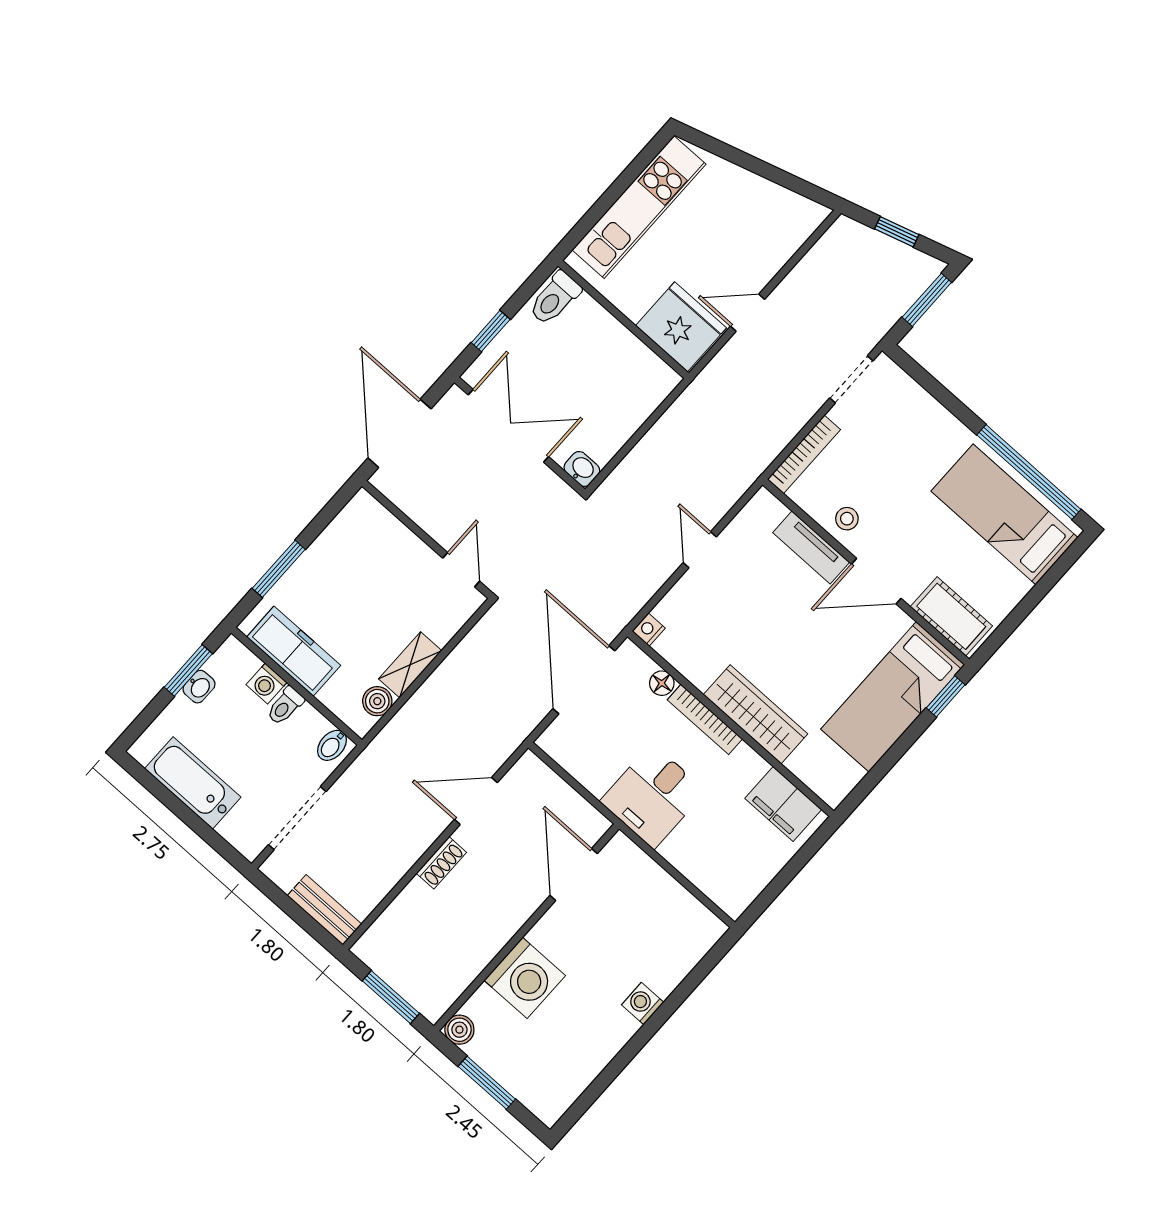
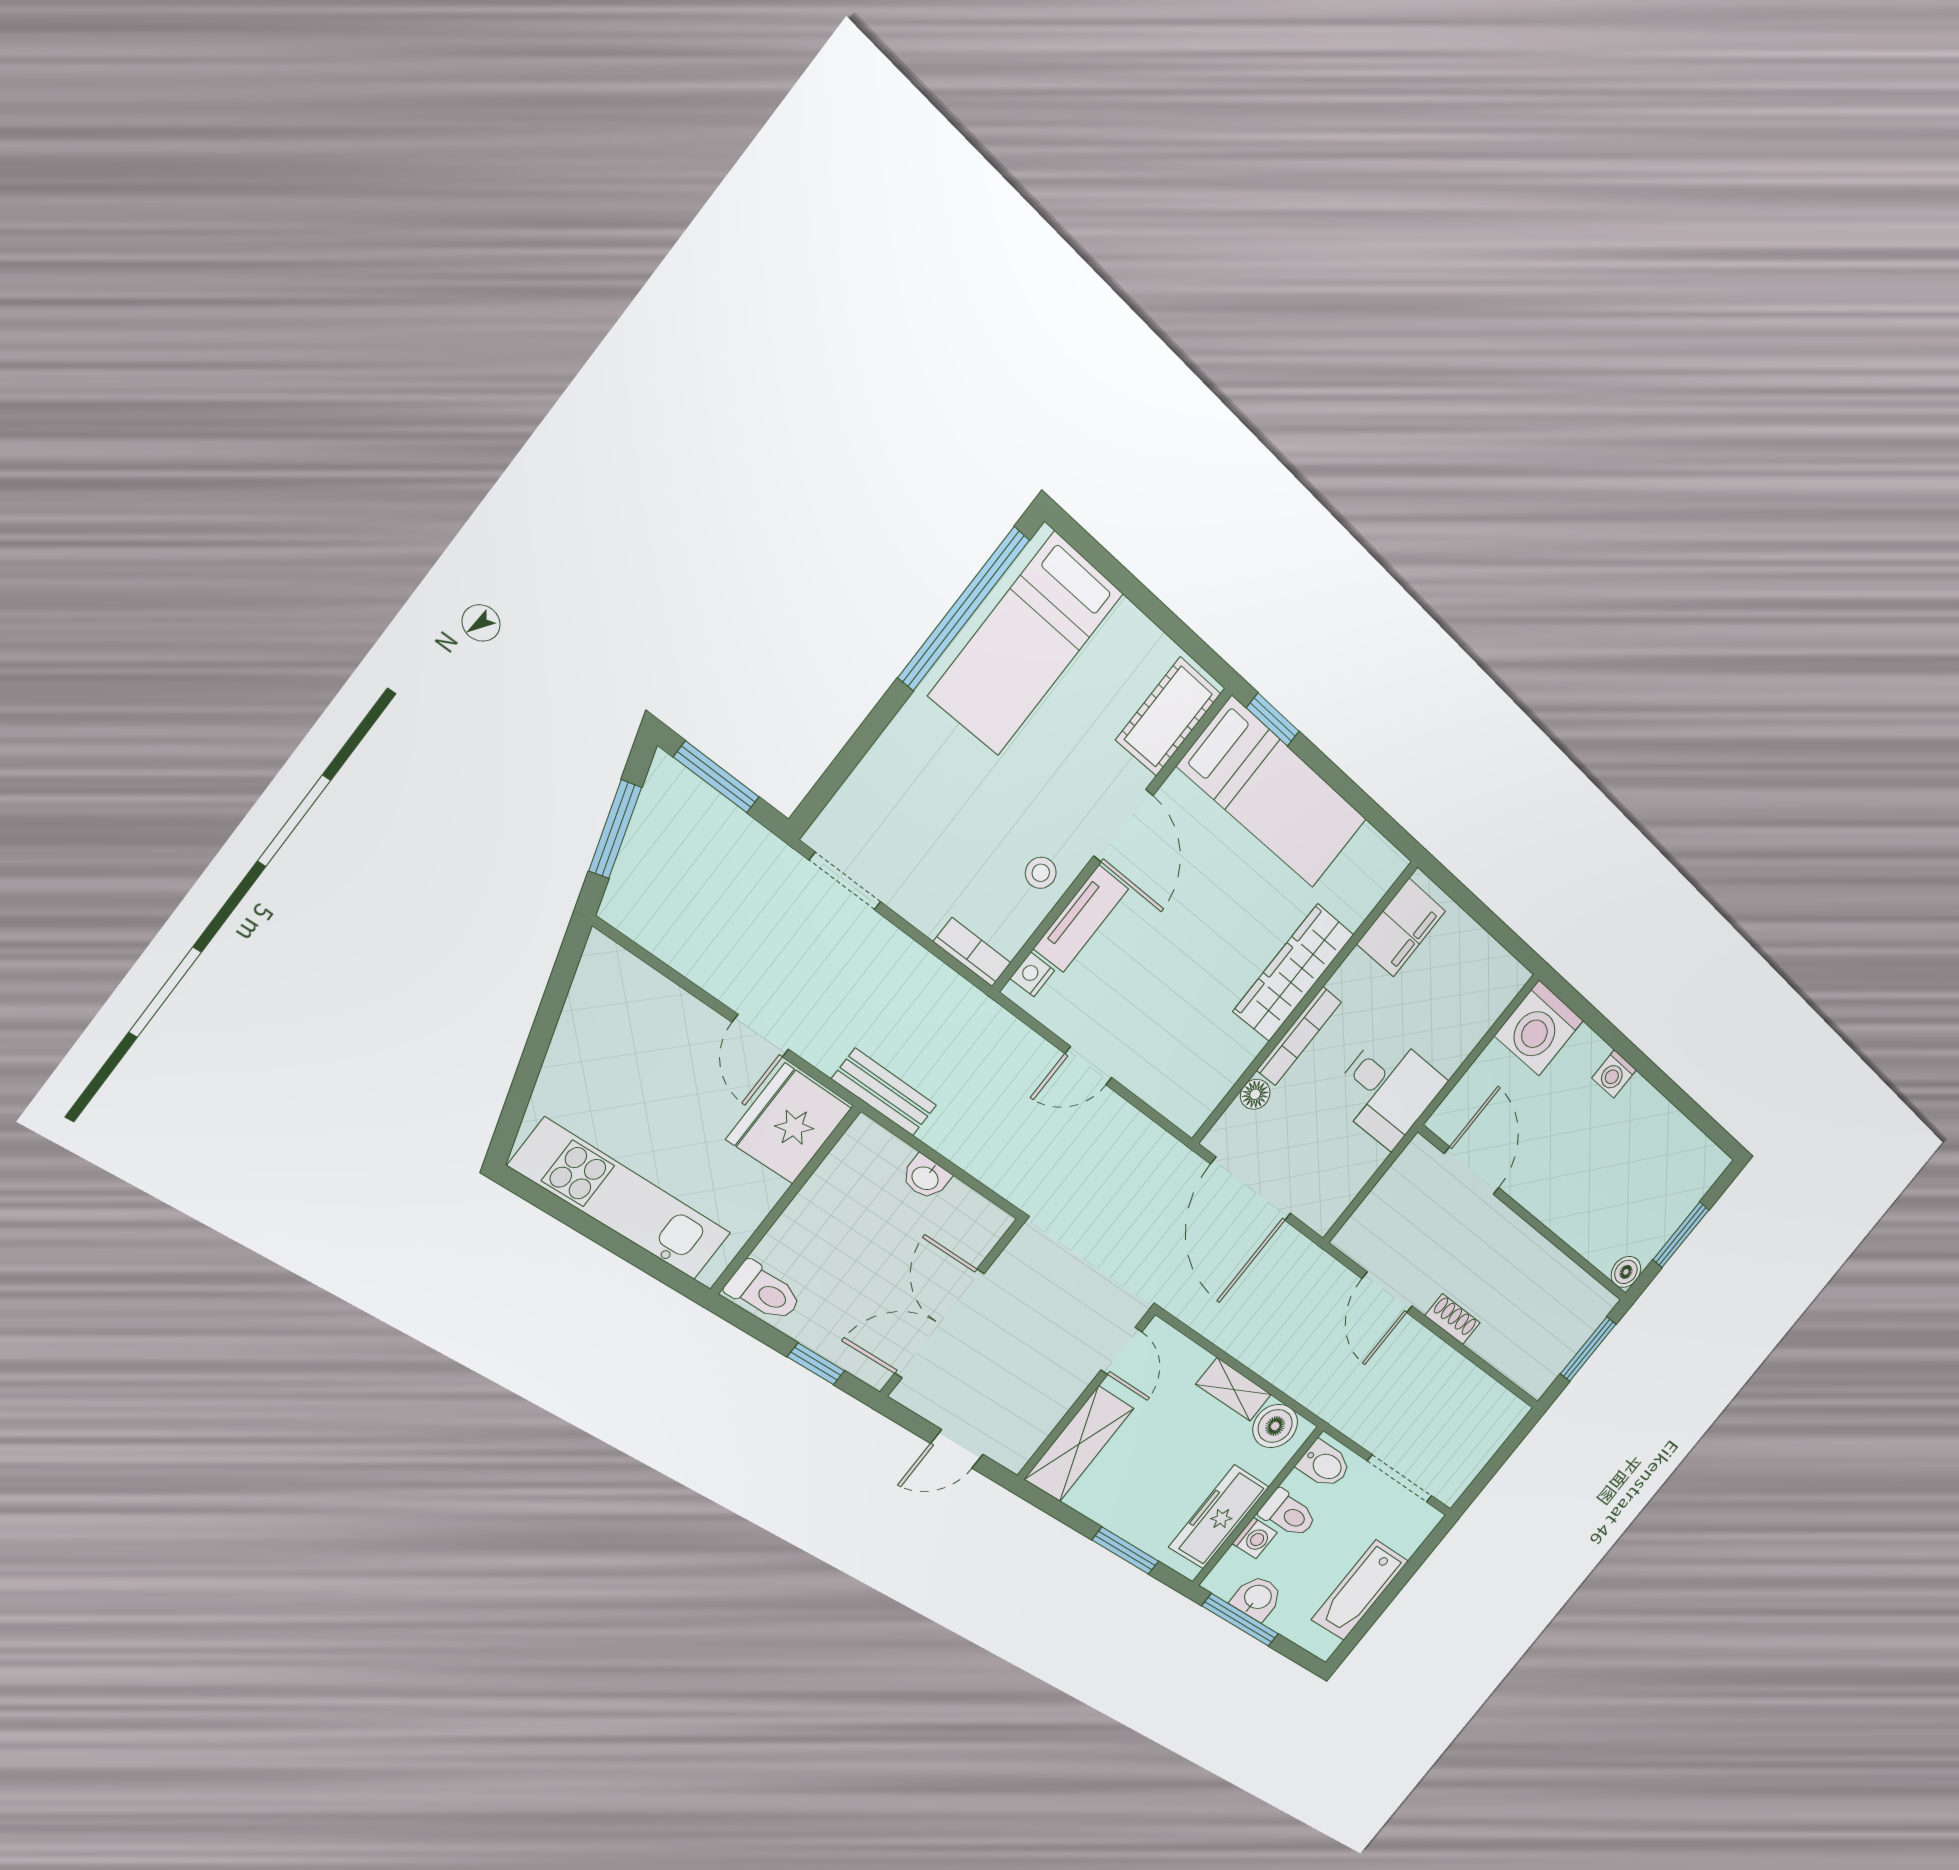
window: (897, 232) -> (615, 829), width x1.50
door: (399, 433) -> (957, 1449), width x0.53
bookcase: (804, 454) -> (972, 952), width x0.64
washbasin: (582, 469) -> (926, 1177), moved, turned -90
shelving: (385, 532) -> (1079, 1444), added
door: (461, 570) -> (1121, 1351), swing flipped
nightstand: (649, 630) -> (1032, 974), moved, turned 90
window: (188, 670) -> (1240, 1620), width x1.44
door: (584, 680) -> (1251, 1189), hinge flipped
washbasin: (199, 687) -> (1257, 1598), width x1.38, depth x1.45
boiler: (377, 701) -> (1275, 1426), width x1.36, depth x1.36
toilet: (285, 706) -> (1288, 1514), width x1.37, depth x1.39
bidet: (332, 745) -> (1325, 1465), width x1.38, depth x1.36
door: (574, 875) -> (1472, 1171), swing flipped
bench: (324, 910) -> (884, 1092), moved, turned 90
washing machine: (525, 978) -> (1539, 1028), moved, turned 180

